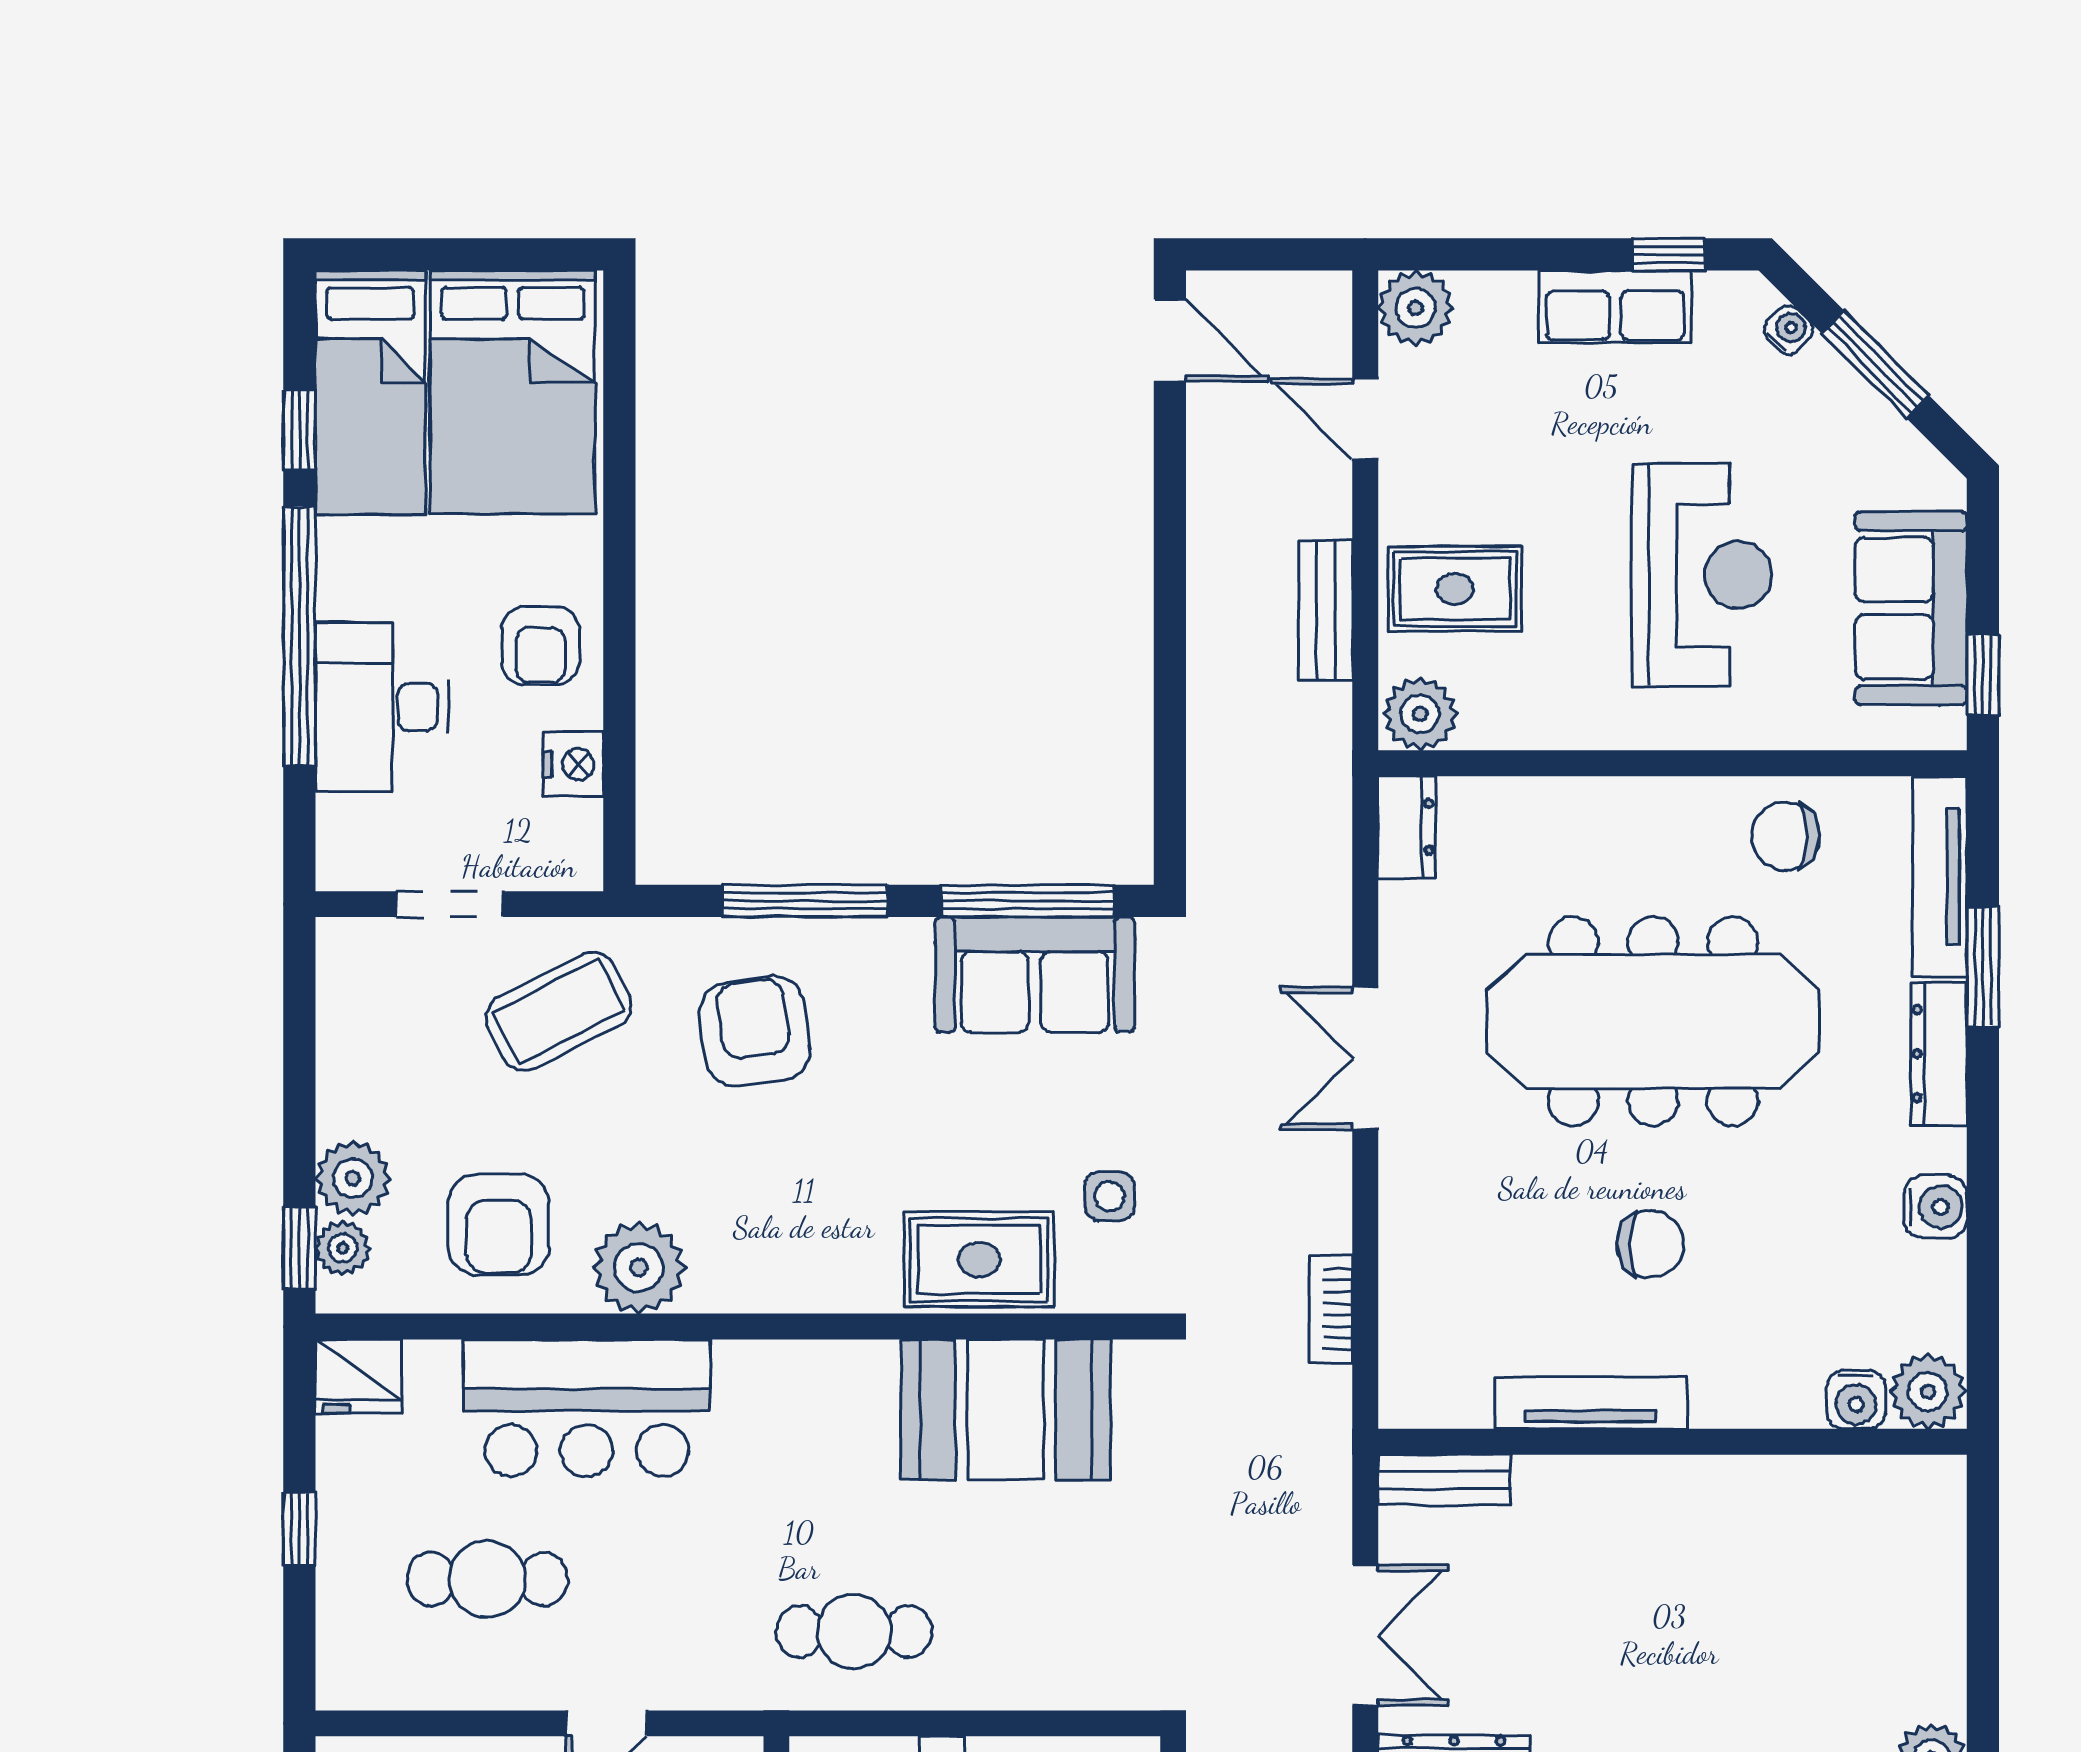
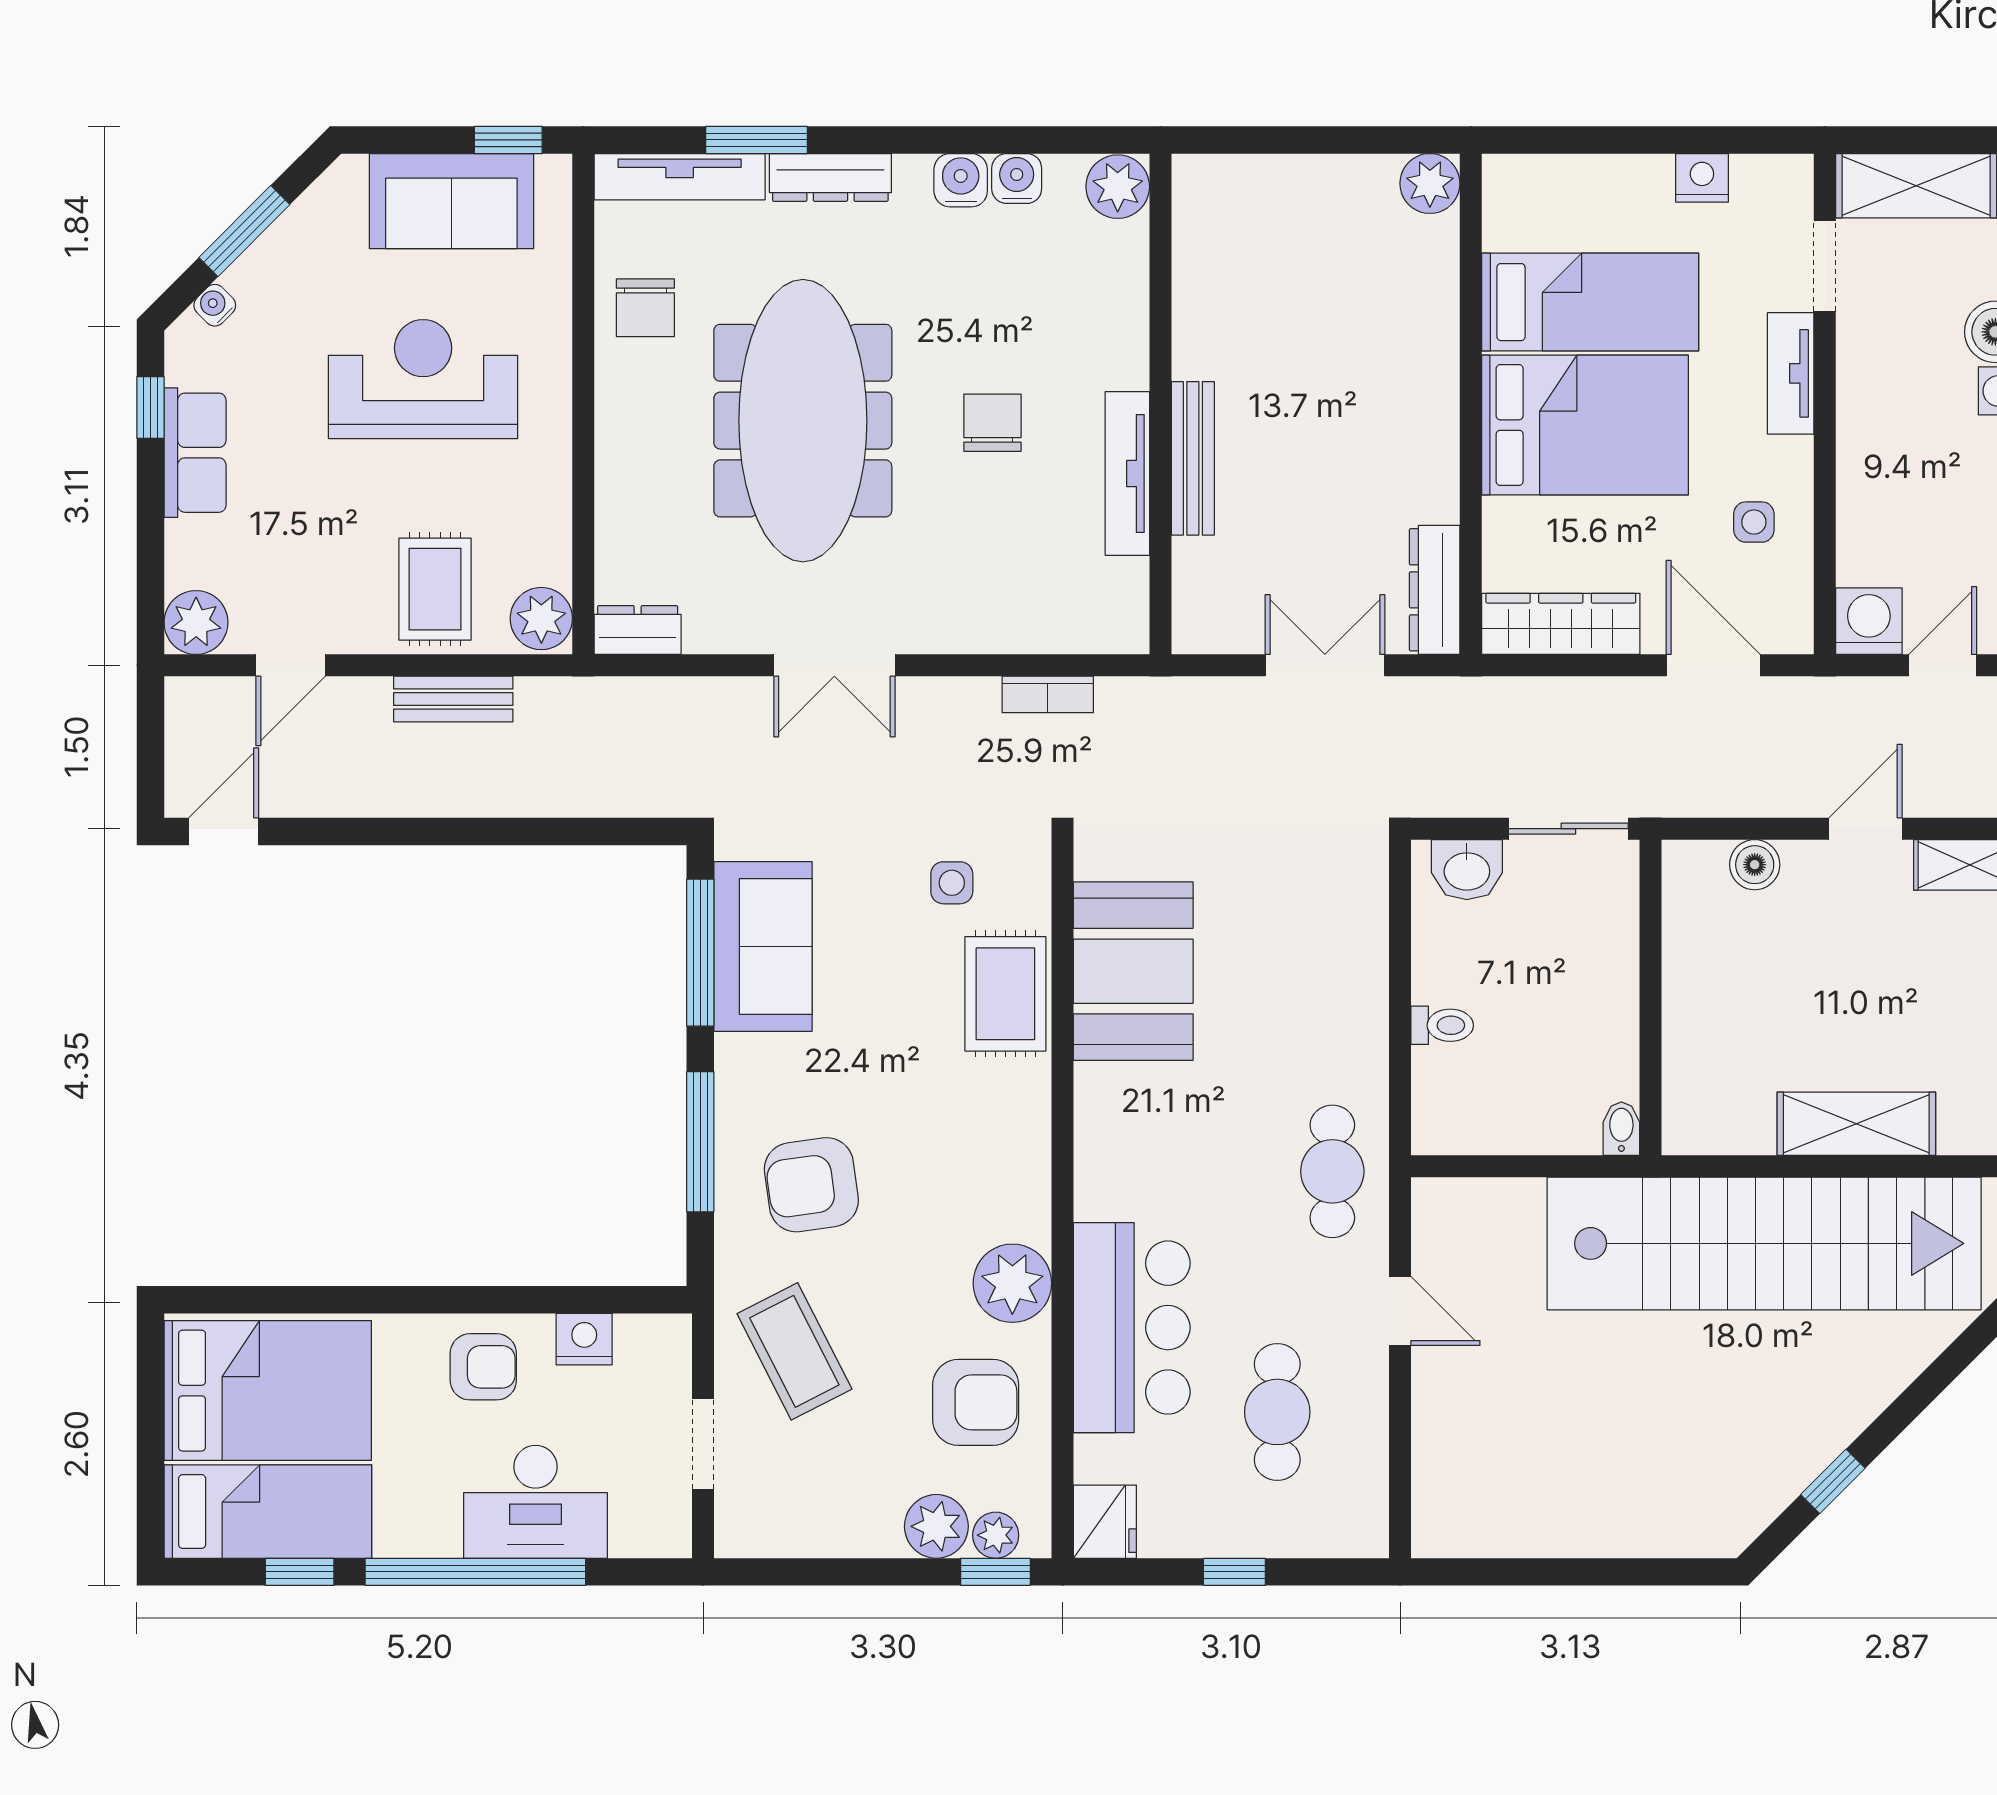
water cooler: (1856, 1400) -> (1017, 178), moved, turned -90
bench: (1444, 1480) -> (1193, 458), moved, width x1.36
cafe table: (854, 1631) -> (1332, 1171), moved

